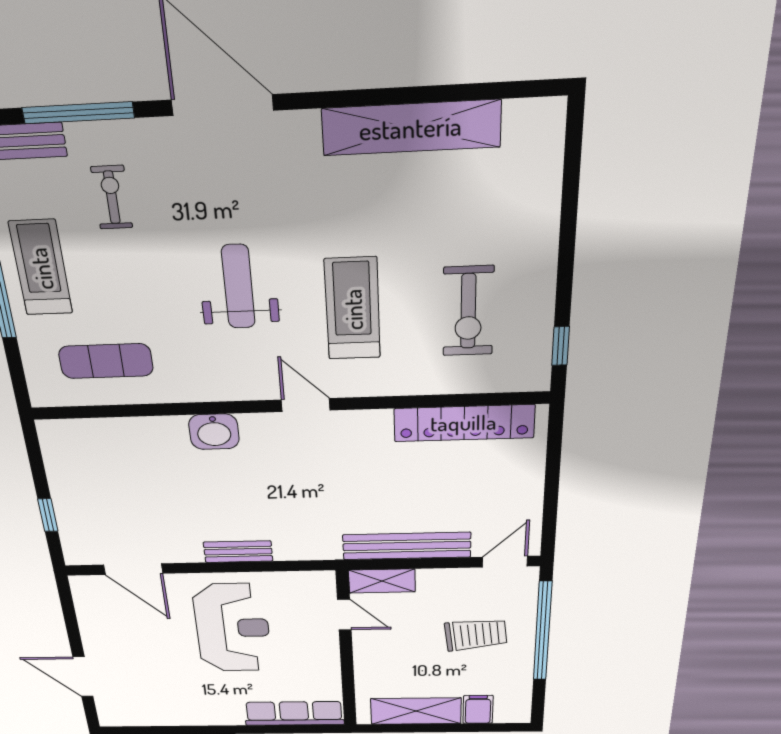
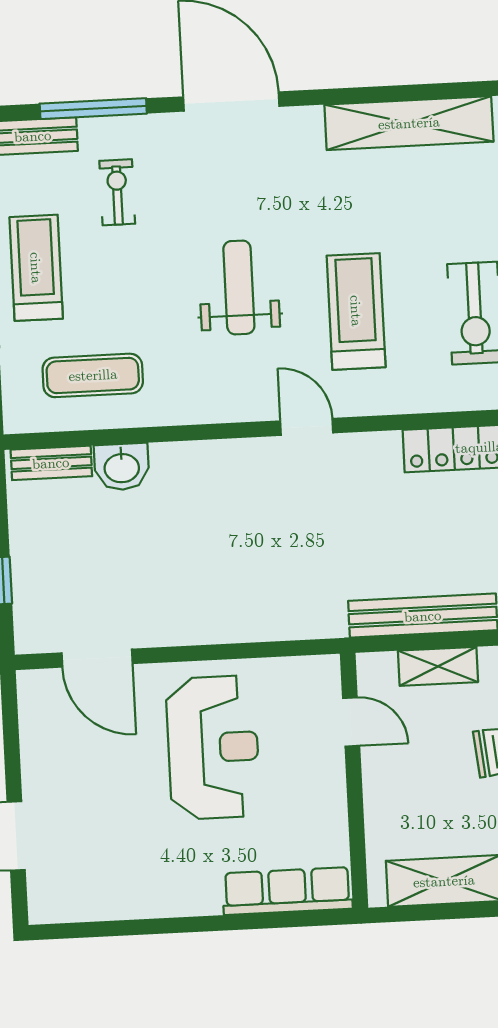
washbasin: (214, 432) -> (122, 467), moved
bench: (238, 552) -> (51, 463), moved
shelving: (382, 581) -> (438, 666), moved

